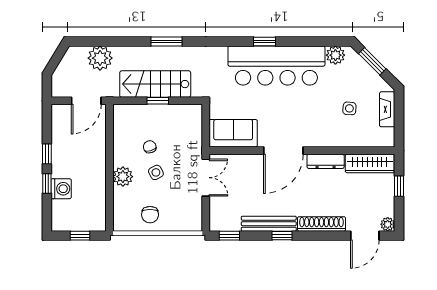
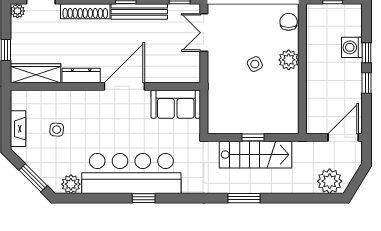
plant: (100, 58) -> (330, 181), moved
door: (86, 101) -> (343, 137), moved
chair: (150, 147) -> (261, 90), removed
double door: (206, 178) -> (204, 33), moved
chair: (150, 215) -> (289, 22), moved

